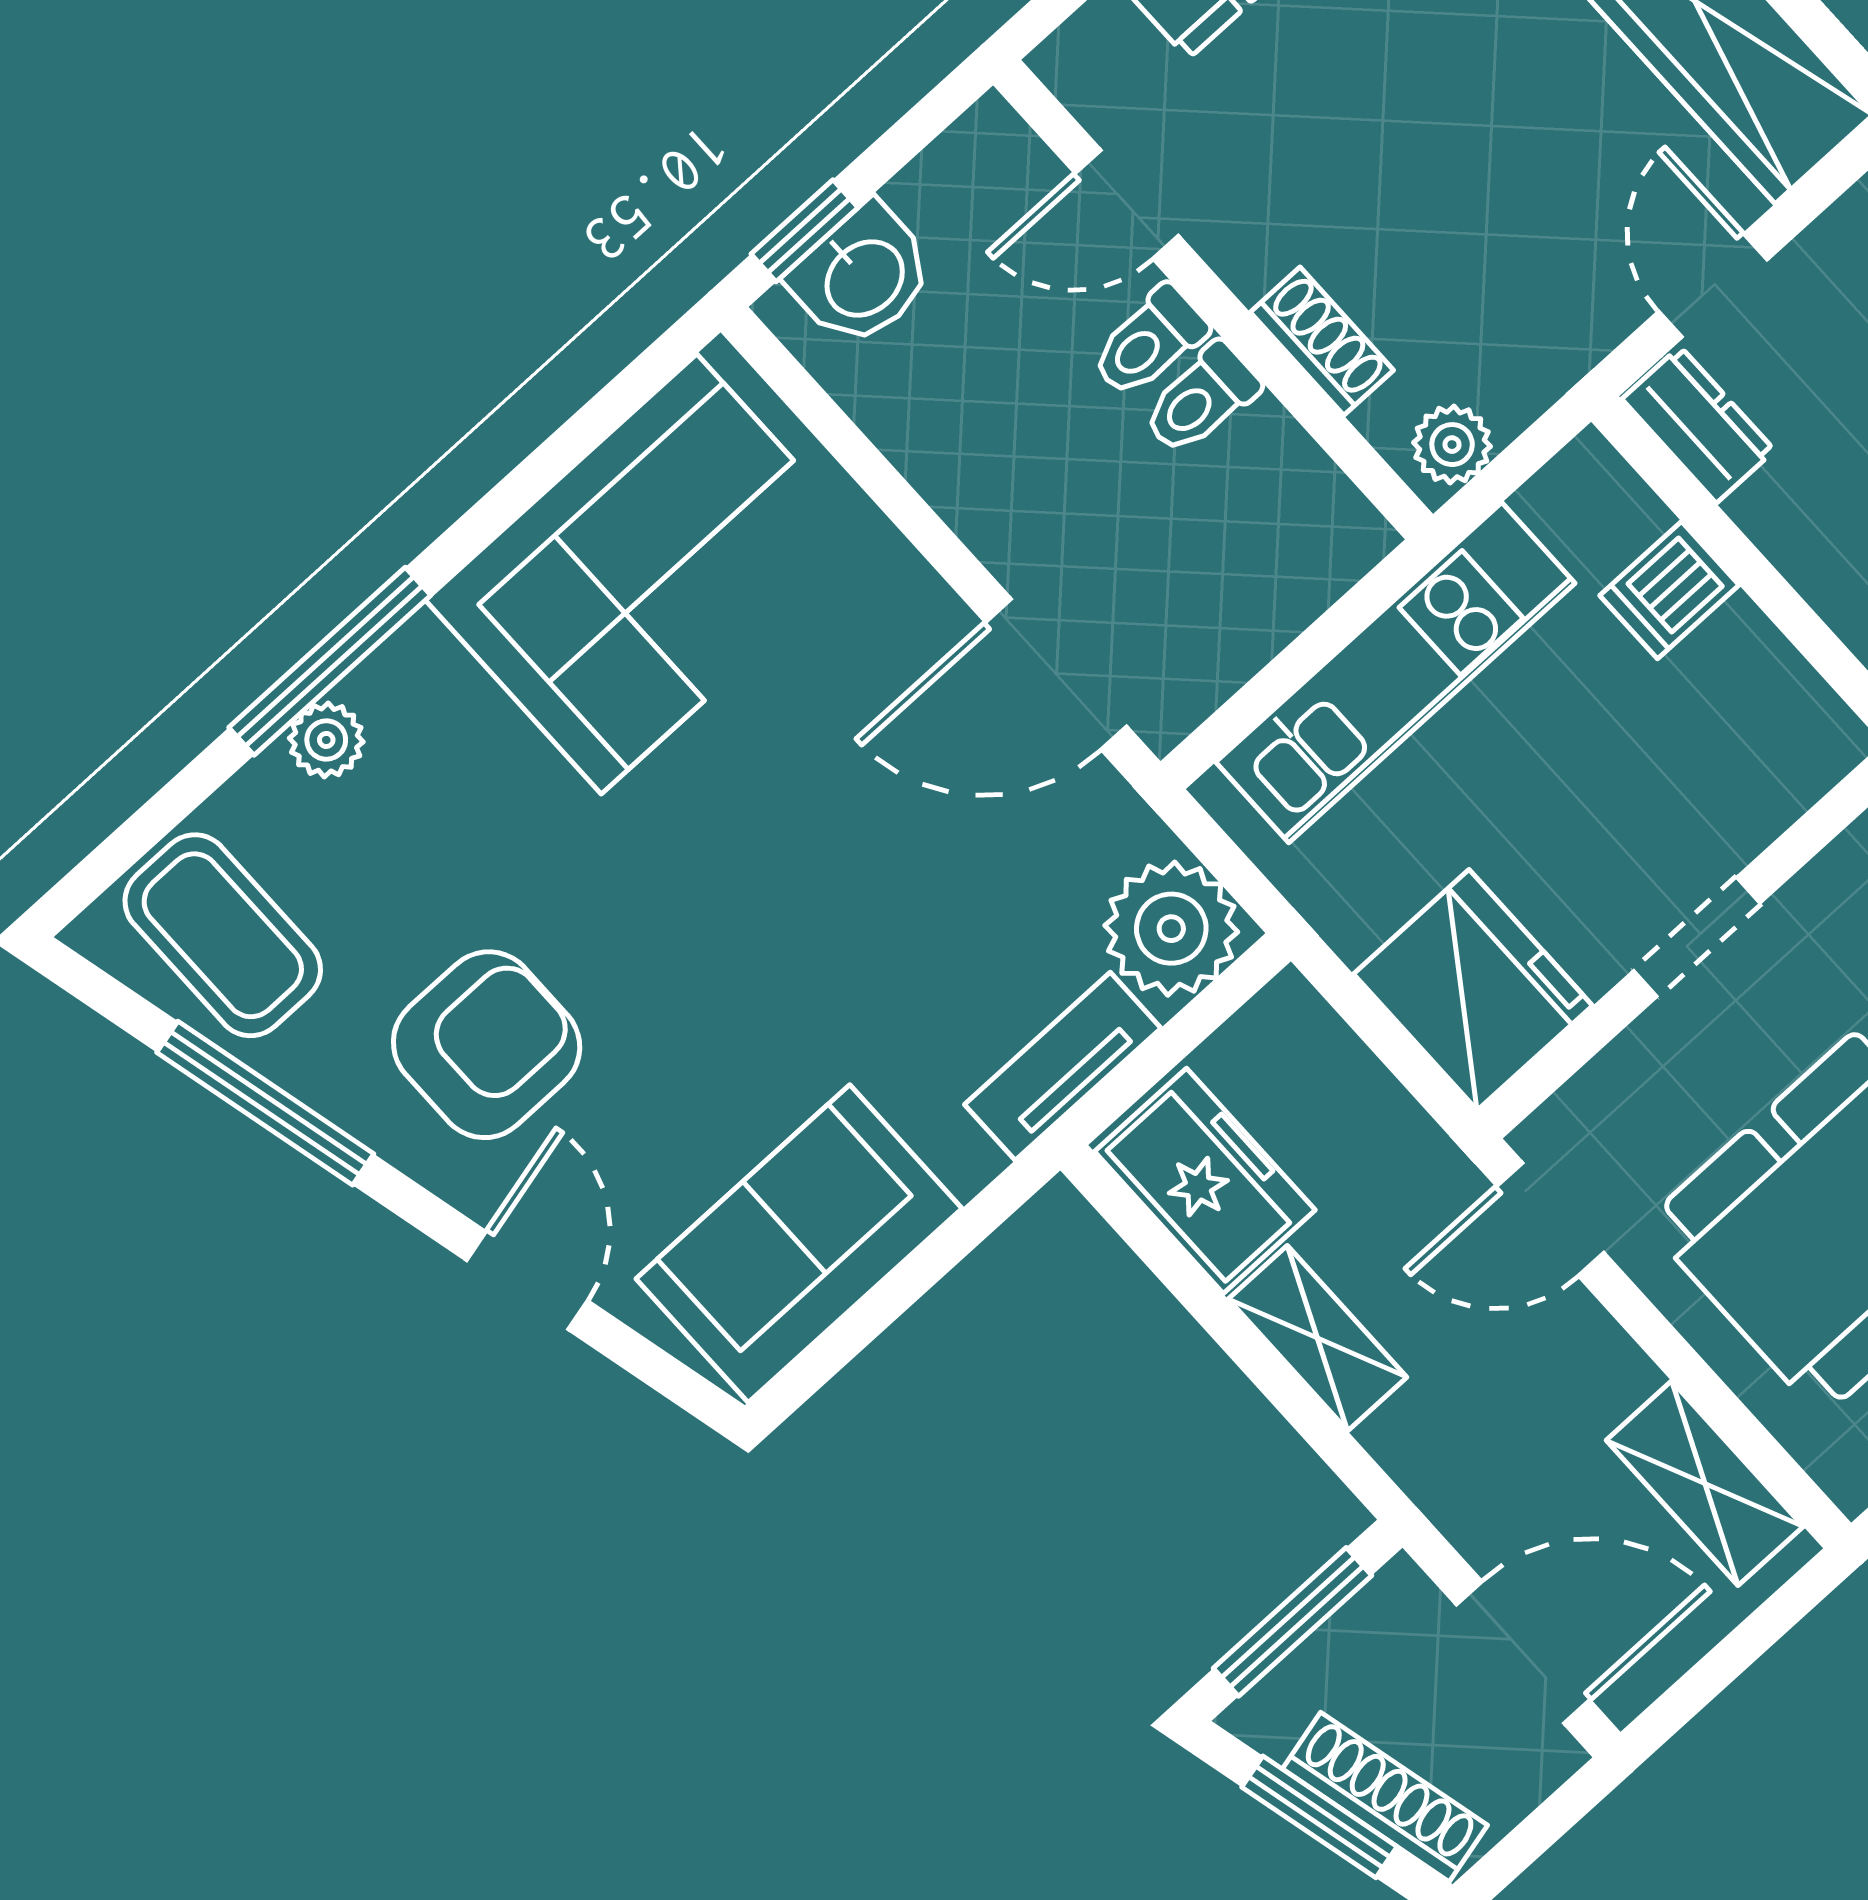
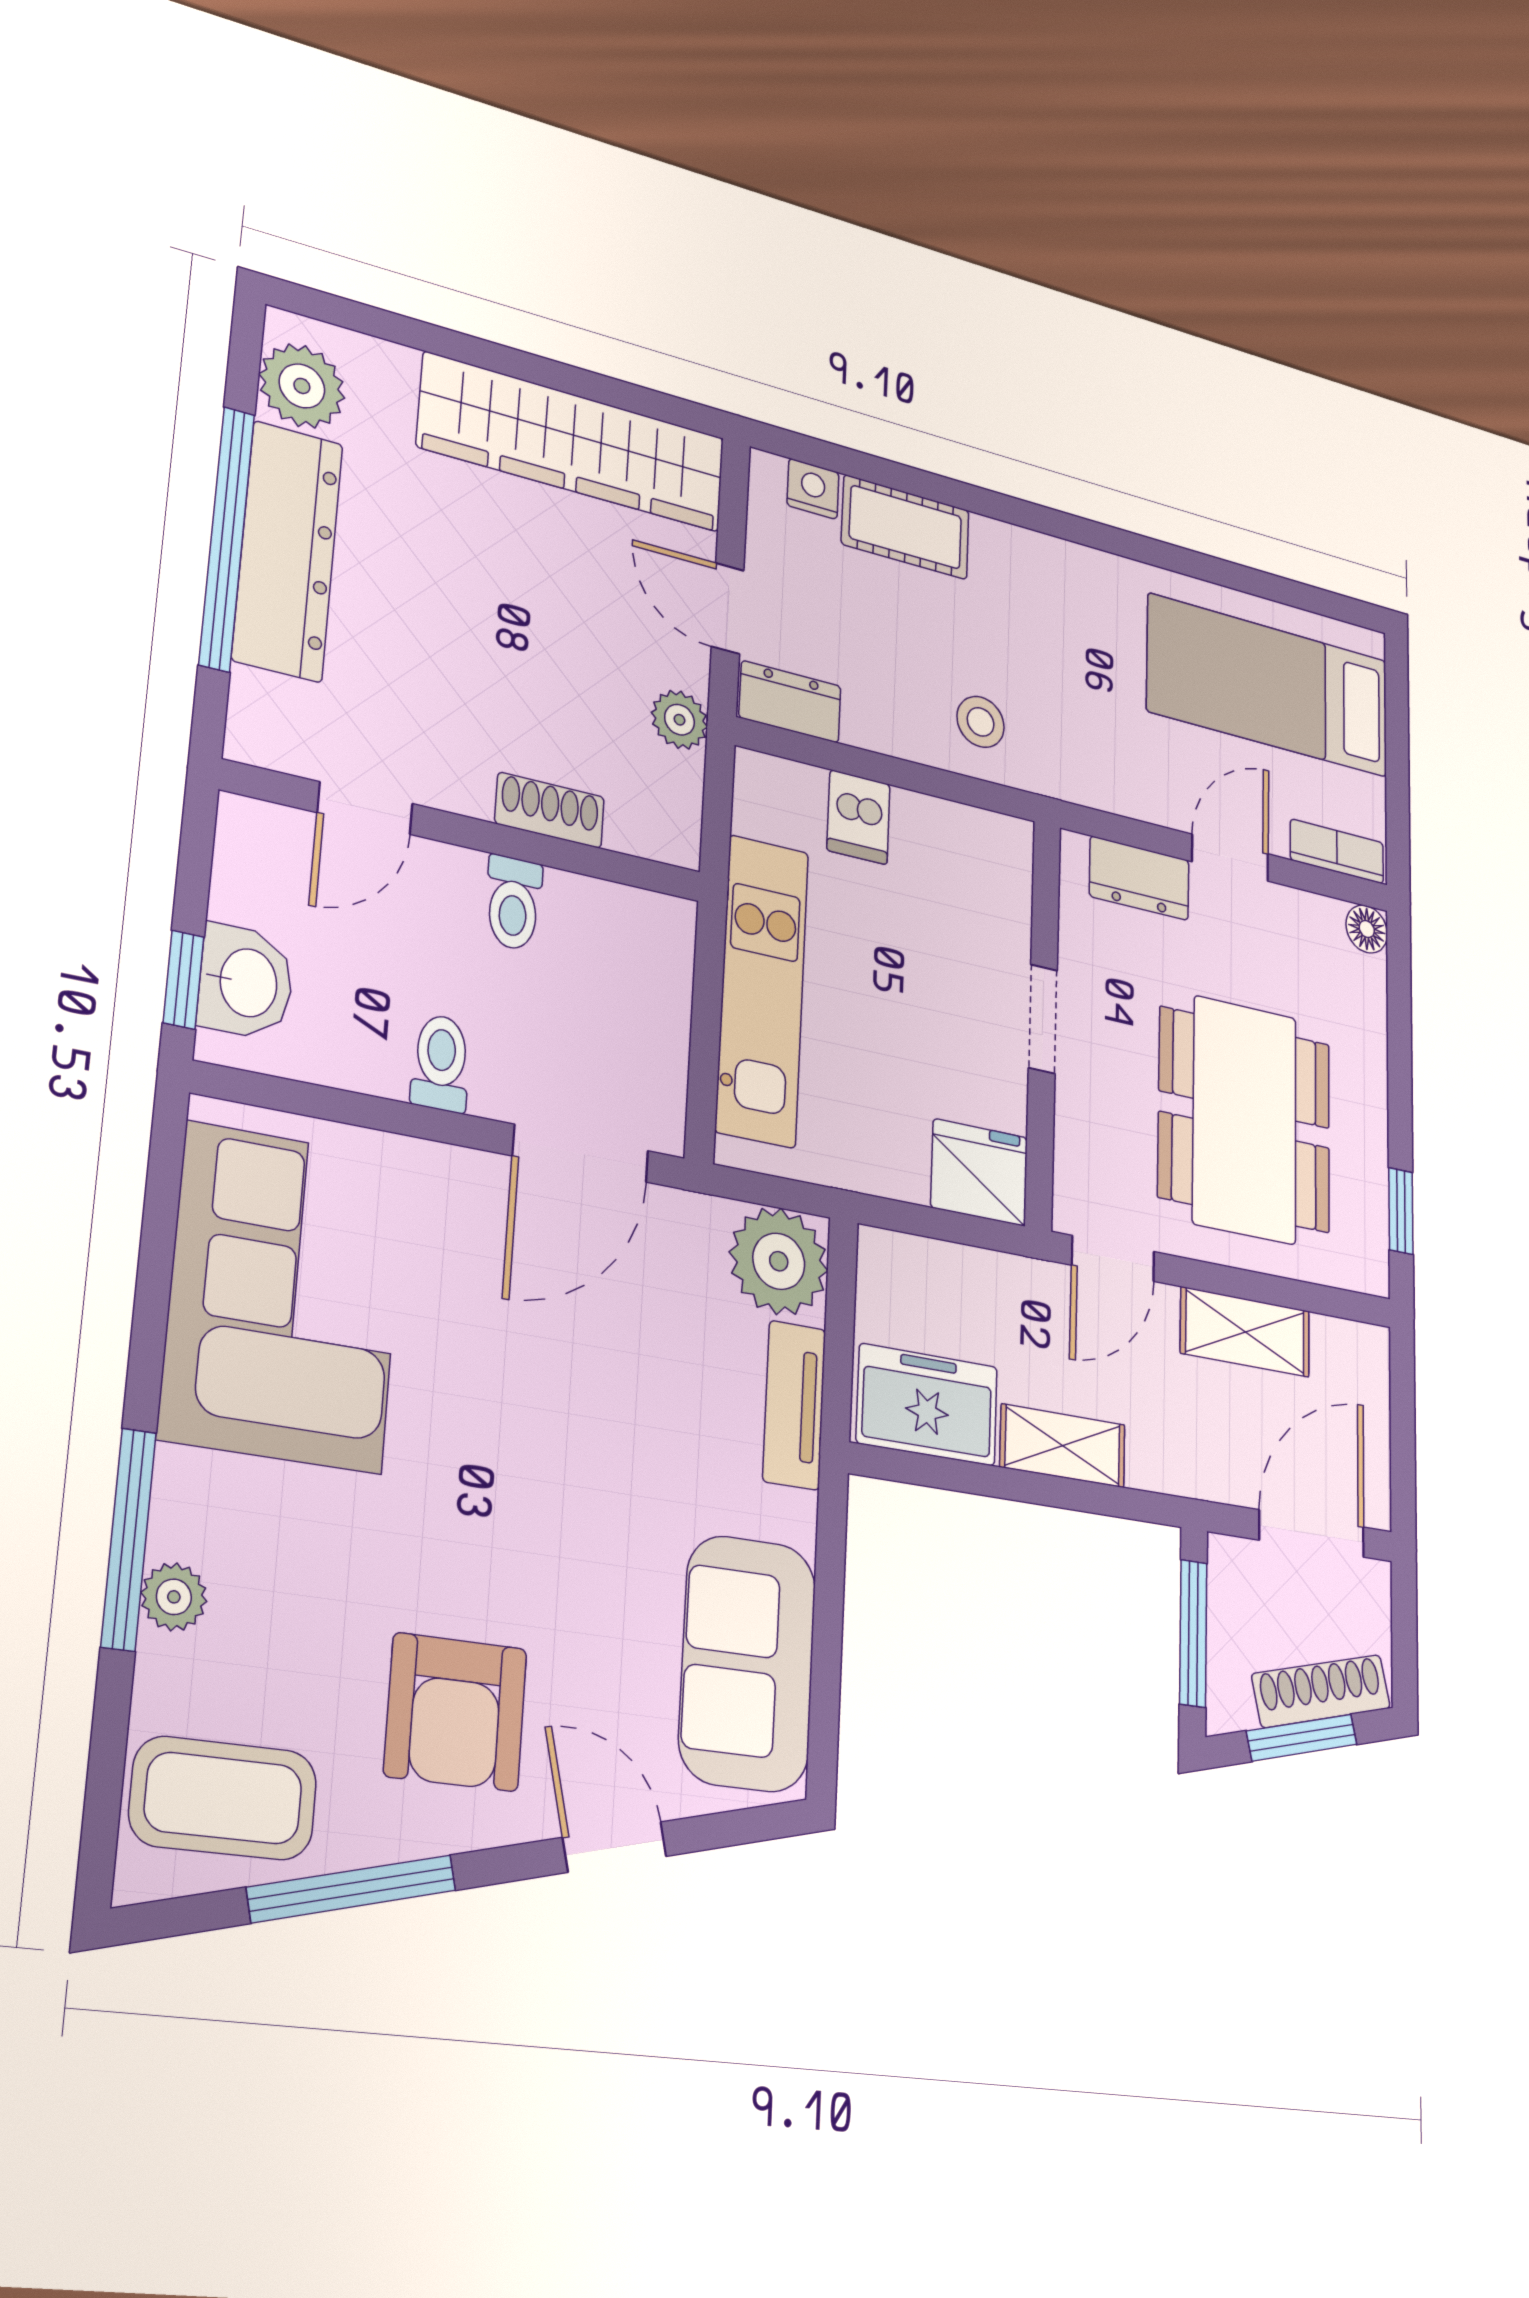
toilet: (1149, 342) -> (441, 1063), moved, turned 180
plant: (1452, 445) -> (679, 720), moved
fridge: (1473, 990) -> (979, 1172), width x0.73, depth x0.75
armchair: (487, 1045) -> (456, 1712), turned 180
shelving: (1705, 1483) -> (1245, 1332), moved

